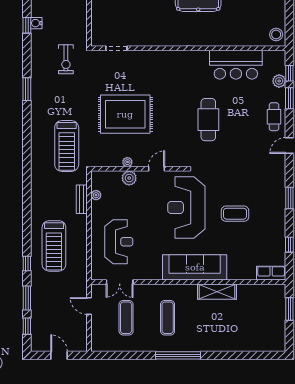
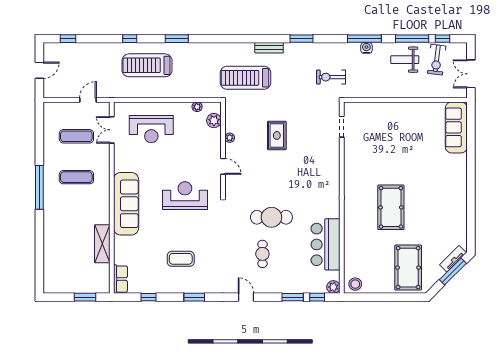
window: (27, 25) -> (364, 39), width x2.17
plant: (279, 81) -> (333, 287), moved
rug: (125, 114) -> (277, 135), width x0.54, depth x0.49
cafe table: (274, 117) -> (262, 254), moved, turned 90
plant: (129, 178) -> (214, 121), moved
bench: (82, 199) -> (269, 48), moved
reception desk: (186, 207) -> (185, 196), width x0.74, depth x0.77
coffee table: (235, 214) -> (181, 259), moved, turned 90
shelving: (217, 292) -> (102, 244), moved
window: (27, 298) -> (177, 39), moved

